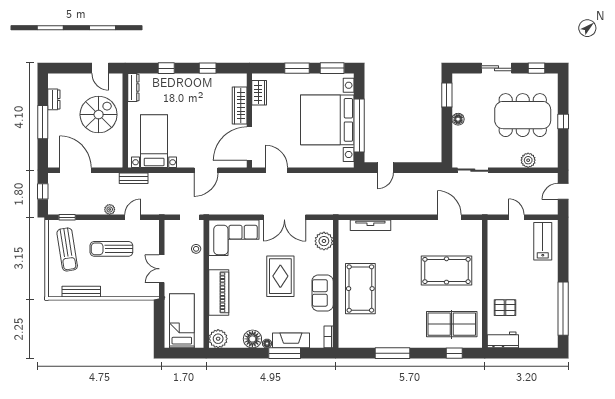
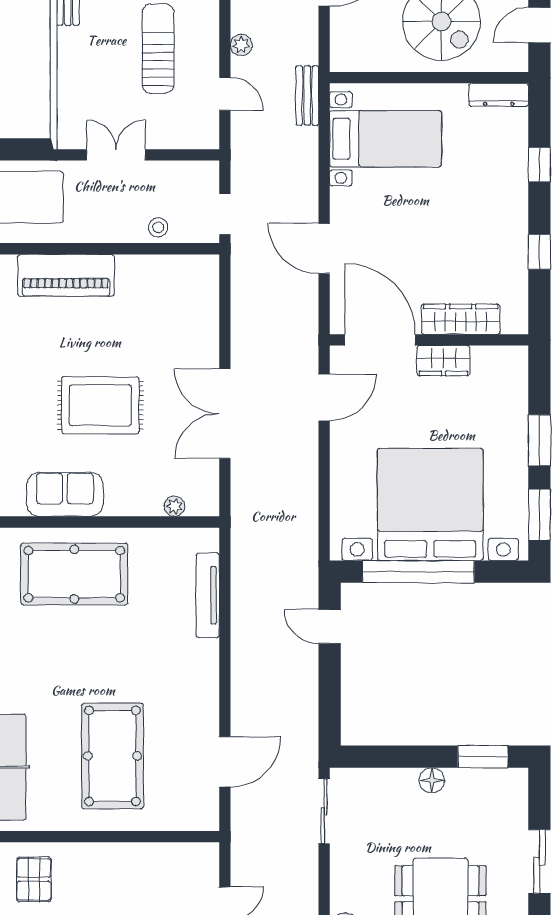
wardrobe: (259, 93) -> (444, 361), moved
corner sofa: (234, 238) -> (182, 307), removed
plant: (324, 241) -> (175, 506), width x0.53, depth x0.53

